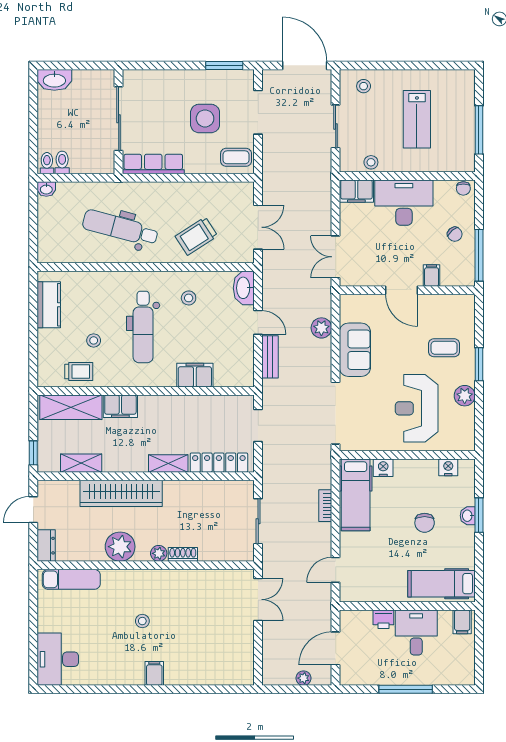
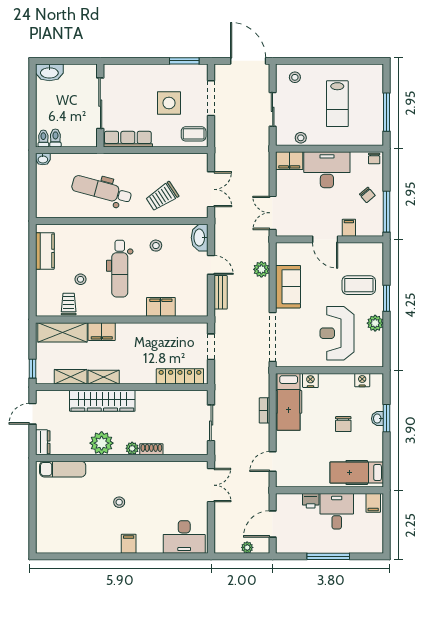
coffee table: (444, 348) -> (359, 285), width x1.36, depth x1.30
trolley: (79, 372) -> (69, 304), turned -90
shelving: (168, 464) -> (104, 377), moved
desk: (58, 659) -> (184, 537), moved, turned -90

